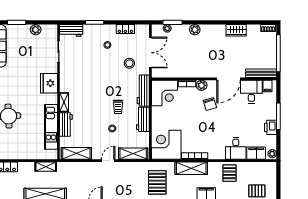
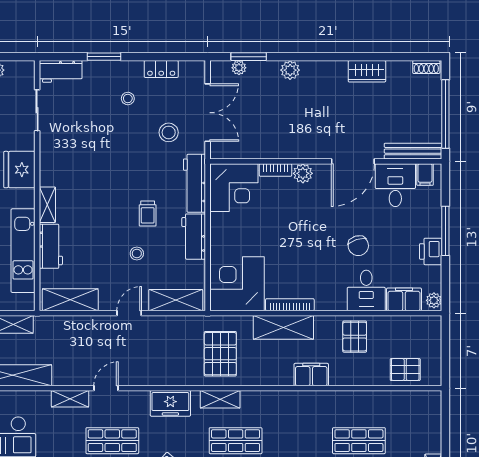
chair: (210, 104) -> (358, 246), moved

